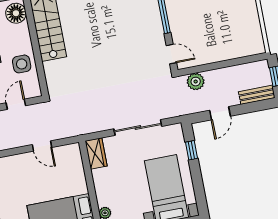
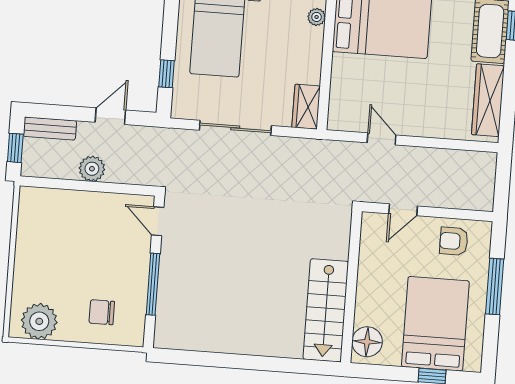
side table: (22, 64) -> (379, 266), removed
plant: (196, 82) -> (92, 169), moved

